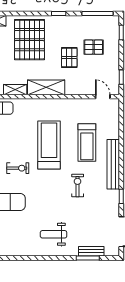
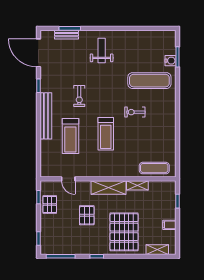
pallet: (94, 47) -> (50, 204), moved, turned 90
door: (103, 97) -> (68, 179), moved
treadmill: (87, 143) -> (70, 136), turned 180
treadmill: (49, 145) -> (106, 134), width x0.73, depth x0.73
weight bench: (54, 234) -> (102, 50), turned -90

